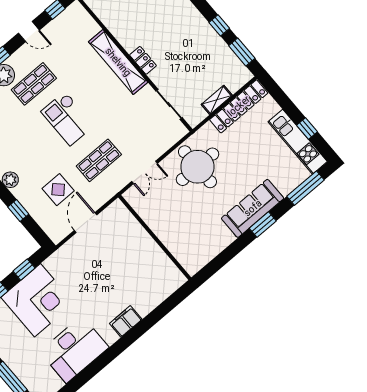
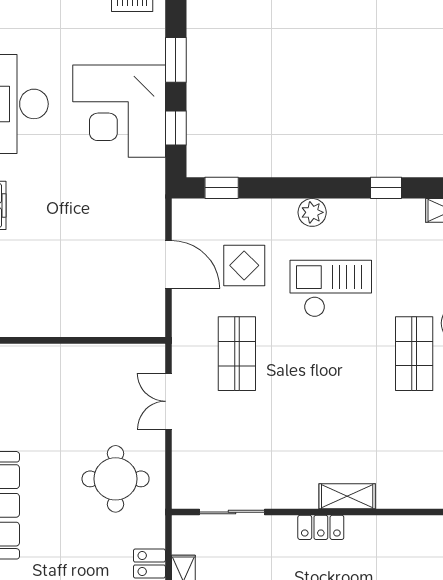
shelving: (118, 62) -> (347, 496), width x0.45, depth x0.75
checkout: (67, 118) -> (331, 289), moved
round table: (197, 167) -> (116, 479), width x0.73, depth x0.73
window: (18, 211) -> (222, 188), moved

